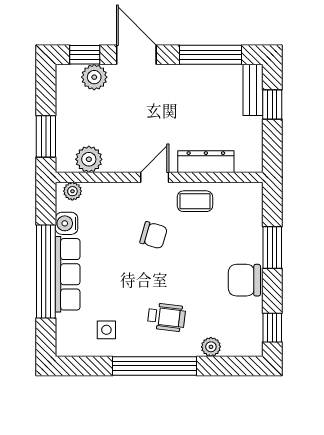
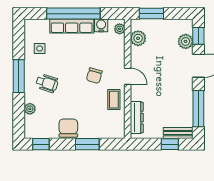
dresser: (206, 162) -> (137, 118), moved
wheelchair: (167, 317) -> (47, 83), turned -79
window: (154, 366) -> (19, 76), width x0.68

